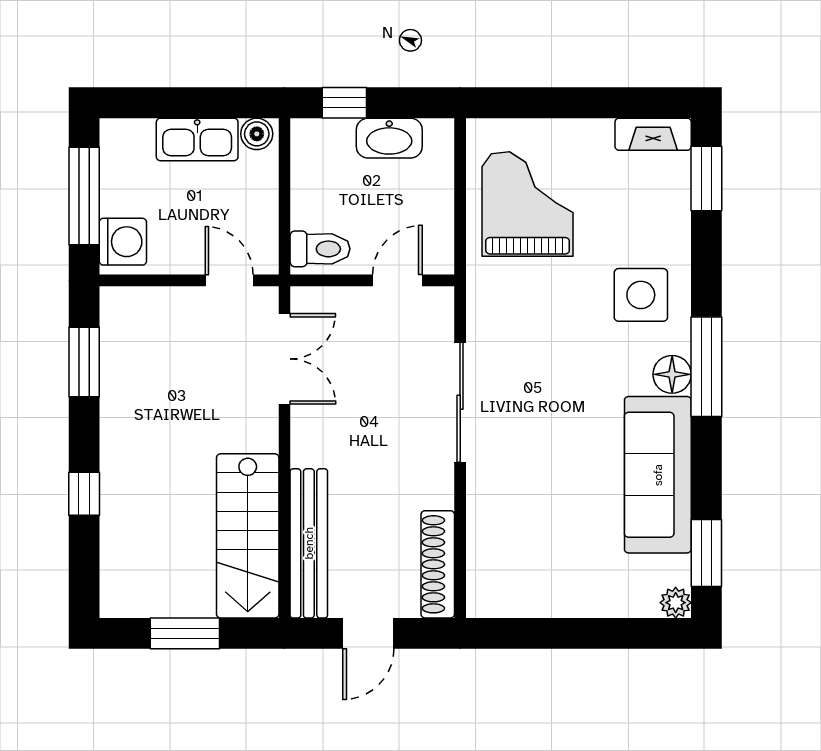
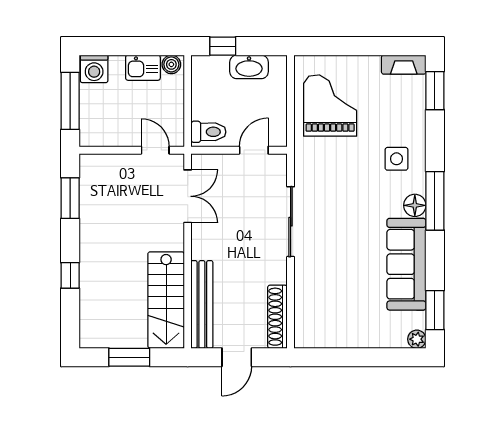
kitchen sink: (197, 139) -> (143, 68), width x0.73
washing machine: (123, 242) -> (94, 69), moved, turned 90
side table: (641, 295) -> (396, 159), width x0.73, depth x0.73

